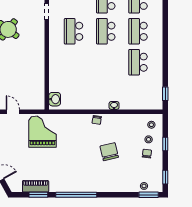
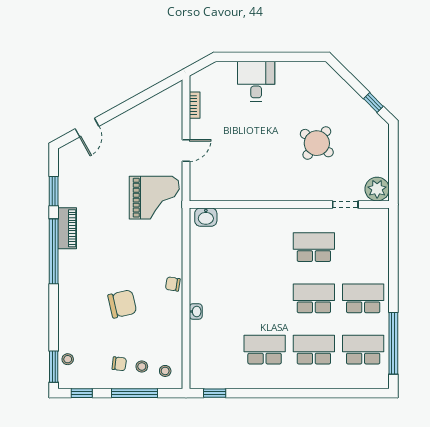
window: (165, 144) -> (135, 393), width x2.17
piano: (36, 186) -> (67, 228), moved

